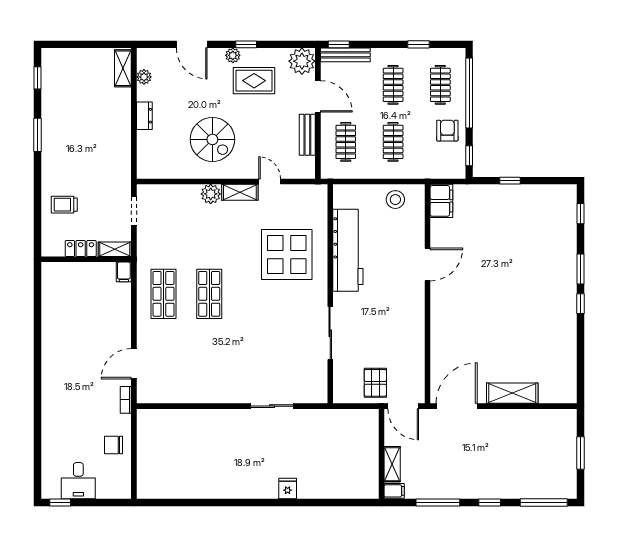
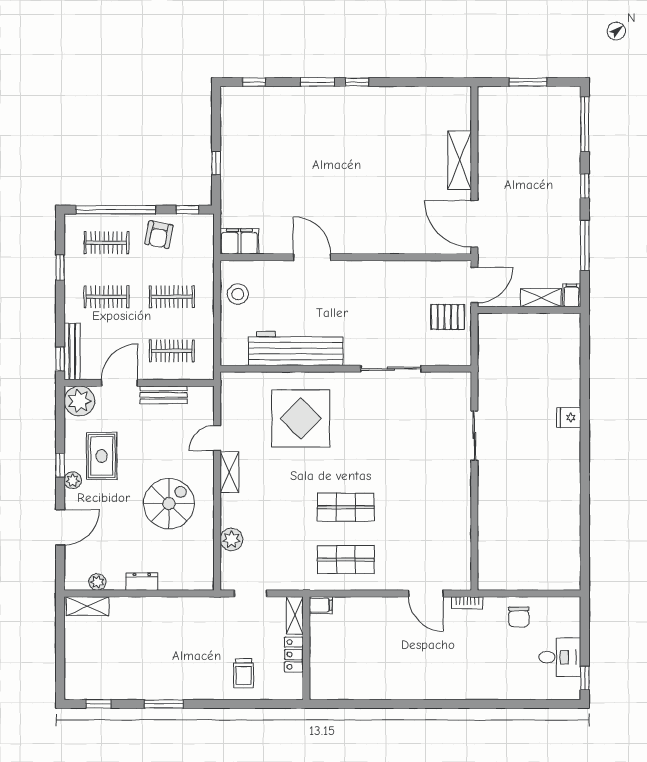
armchair: (447, 131) -> (159, 235), turned -79
plant: (211, 194) -> (231, 539), moved

